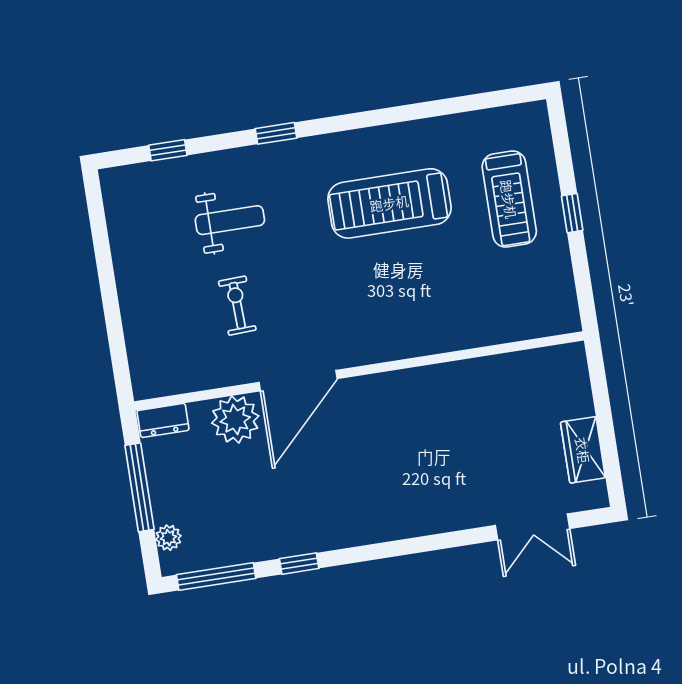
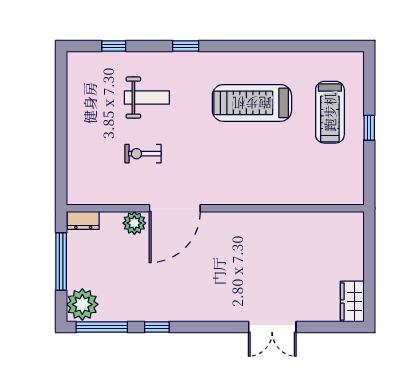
exercise bike: (237, 306) -> (143, 154), turned -88
plant: (235, 419) -> (134, 223), width x0.73, depth x0.73
wardrobe: (583, 450) -> (352, 301), moved
double door: (533, 527) -> (272, 327), moved
plant: (168, 538) -> (82, 304), width x1.87, depth x1.87

